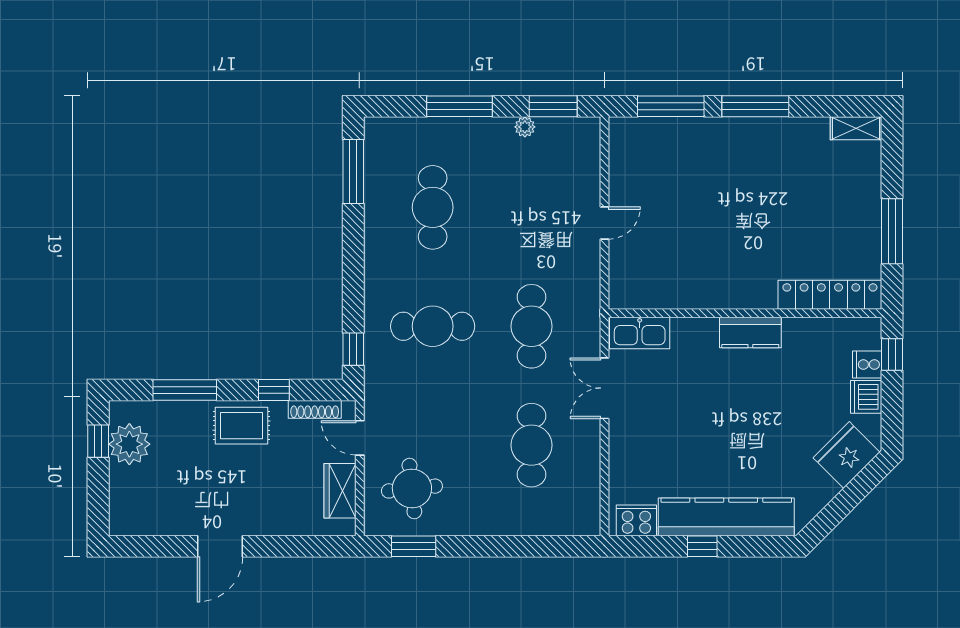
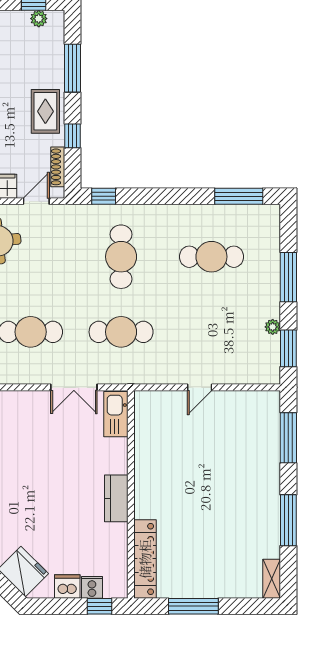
window: (755, 106) -> (288, 520), moved
door: (604, 223) -> (200, 387), hinge flipped
double door: (604, 388) -> (74, 387), swing flipped
plant: (129, 444) -> (39, 19), width x0.53, depth x0.53

